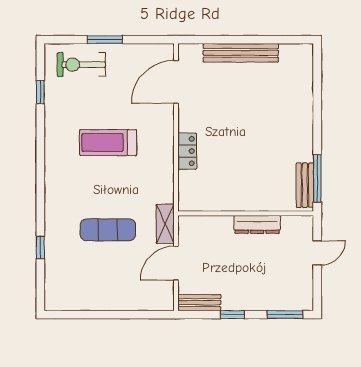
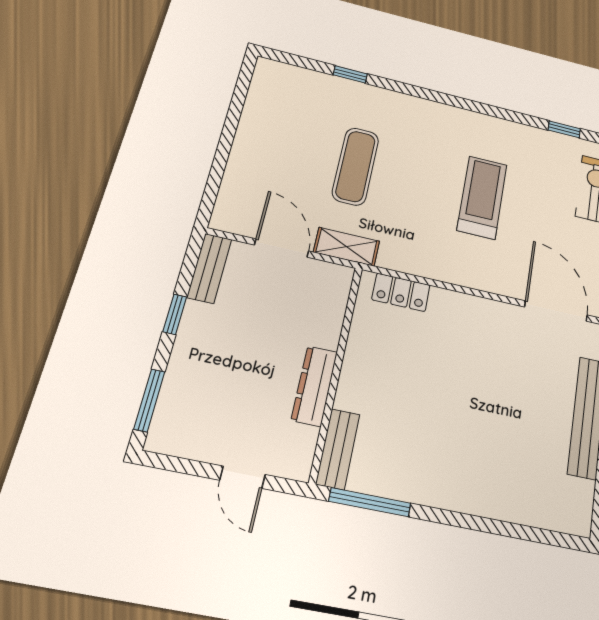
locker: (187, 151) -> (401, 292), moved
bench: (305, 185) -> (338, 449), moved, turned 90

